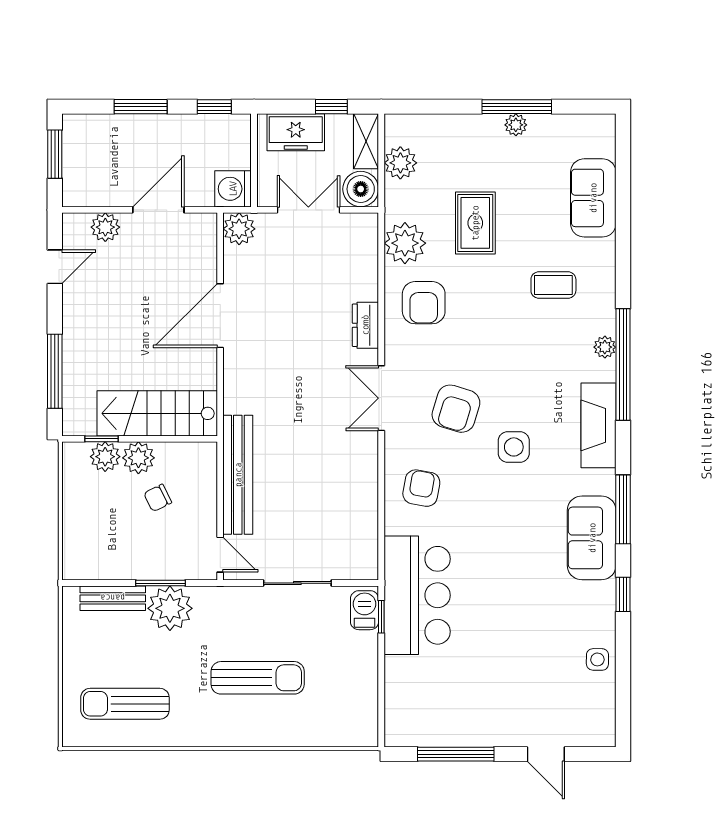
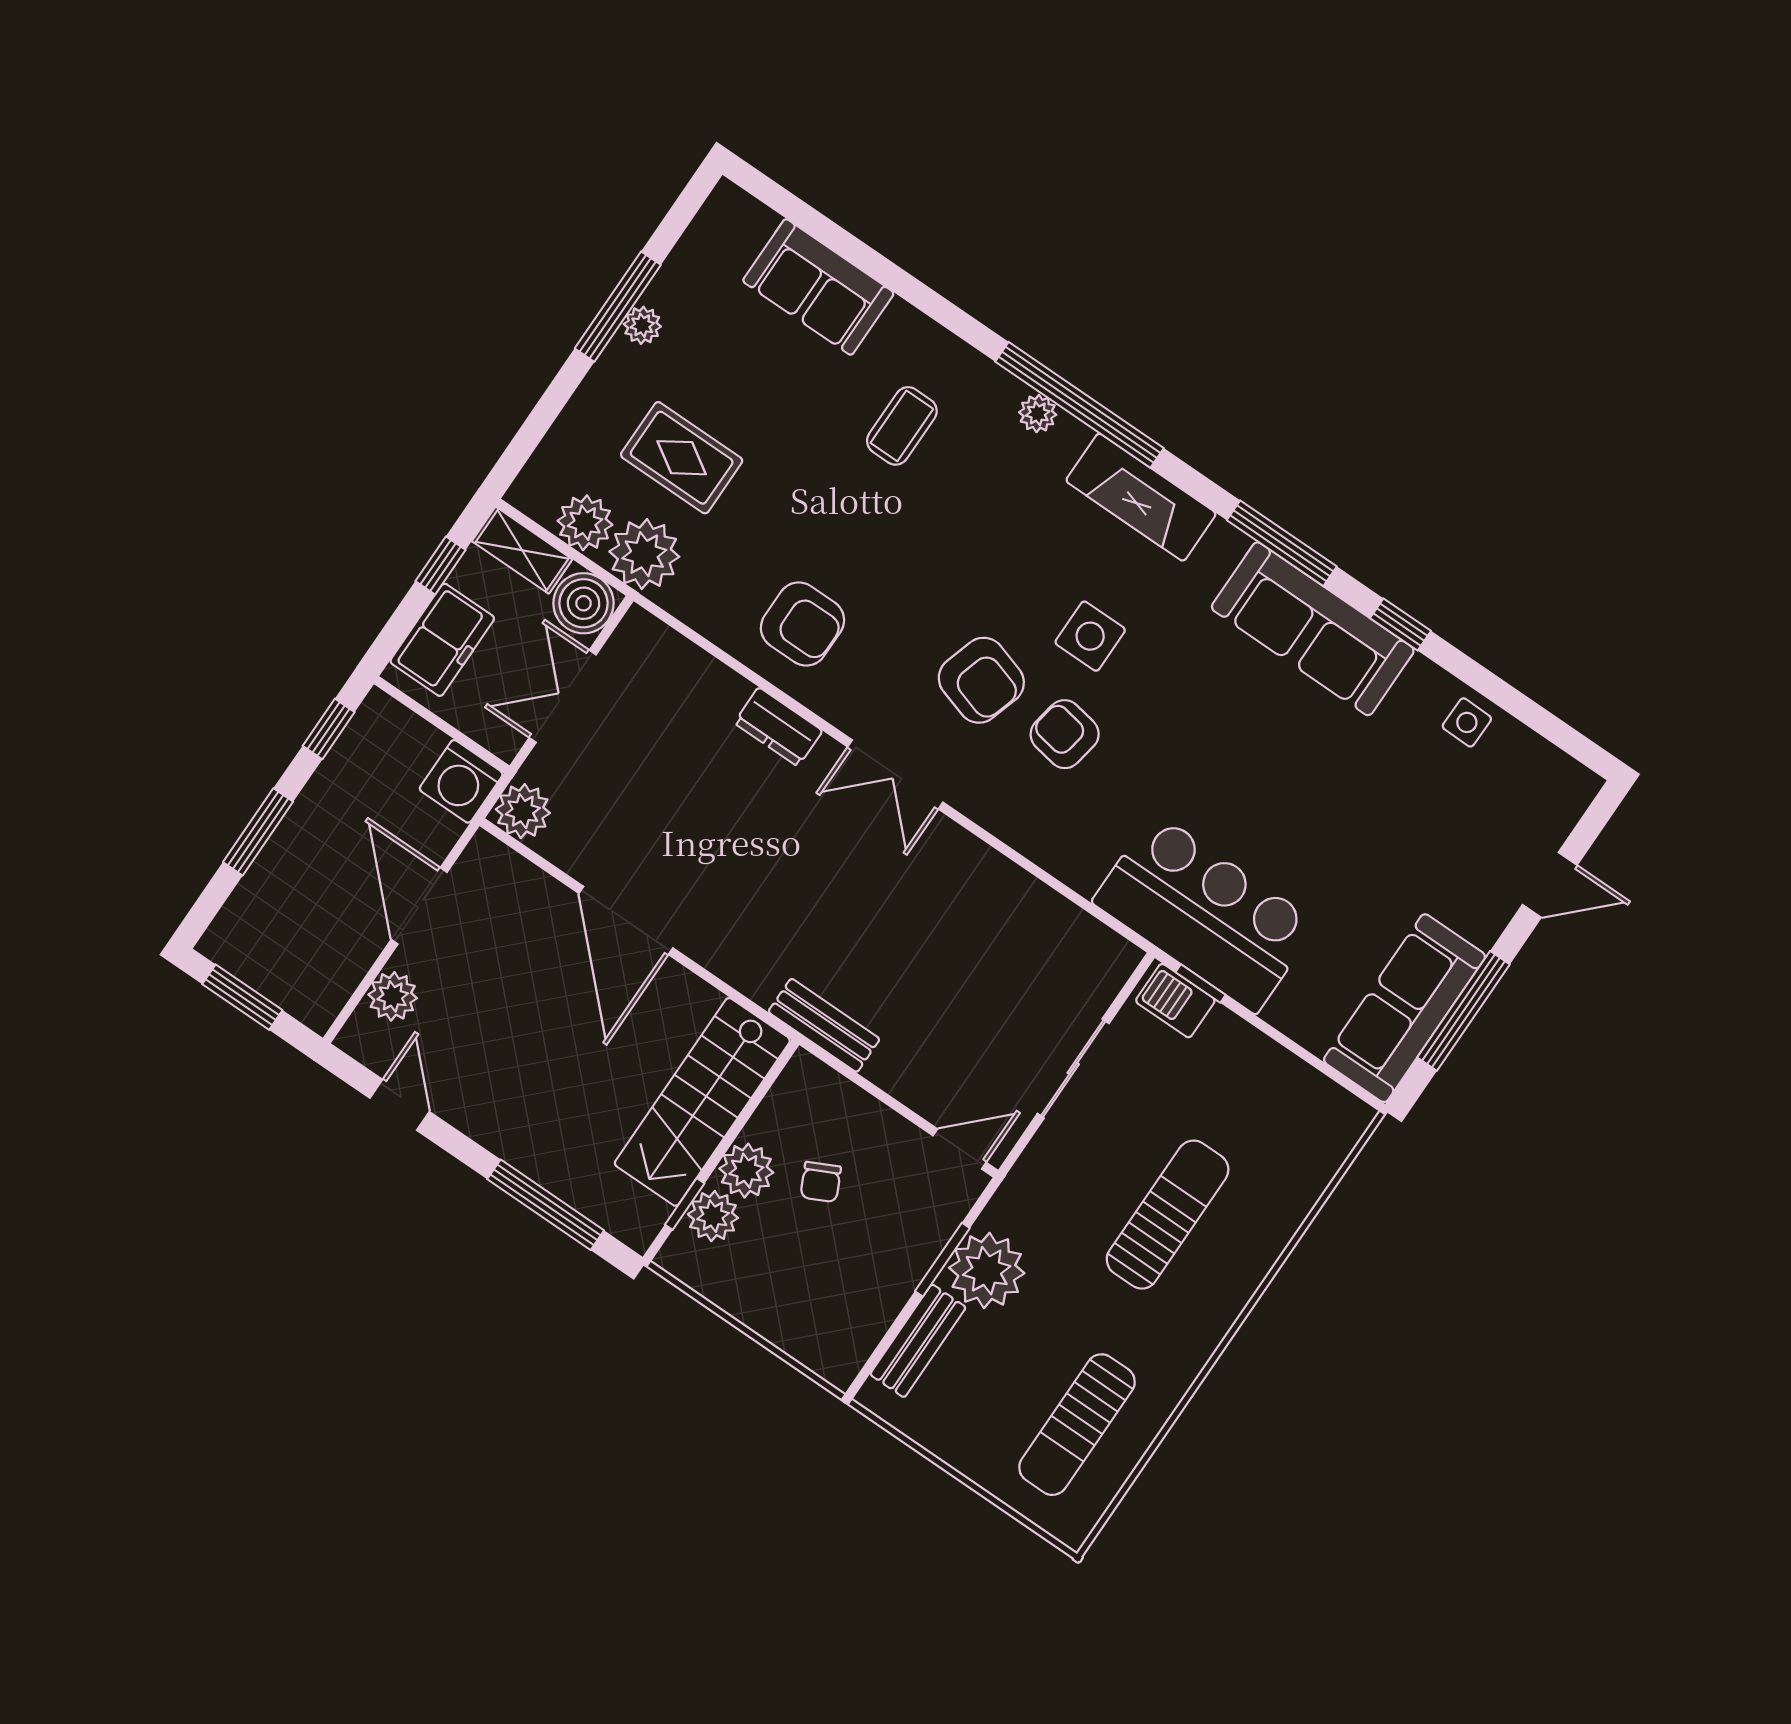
rug: (475, 223) -> (682, 458), moved
plant: (405, 243) -> (644, 554), moved
bench: (238, 475) -> (824, 1025), width x0.54, depth x0.82
armchair: (421, 488) -> (1065, 734), moved
sofa: (592, 538) -> (1313, 629), width x1.36
sofa: (437, 724) -> (1404, 1008), added

